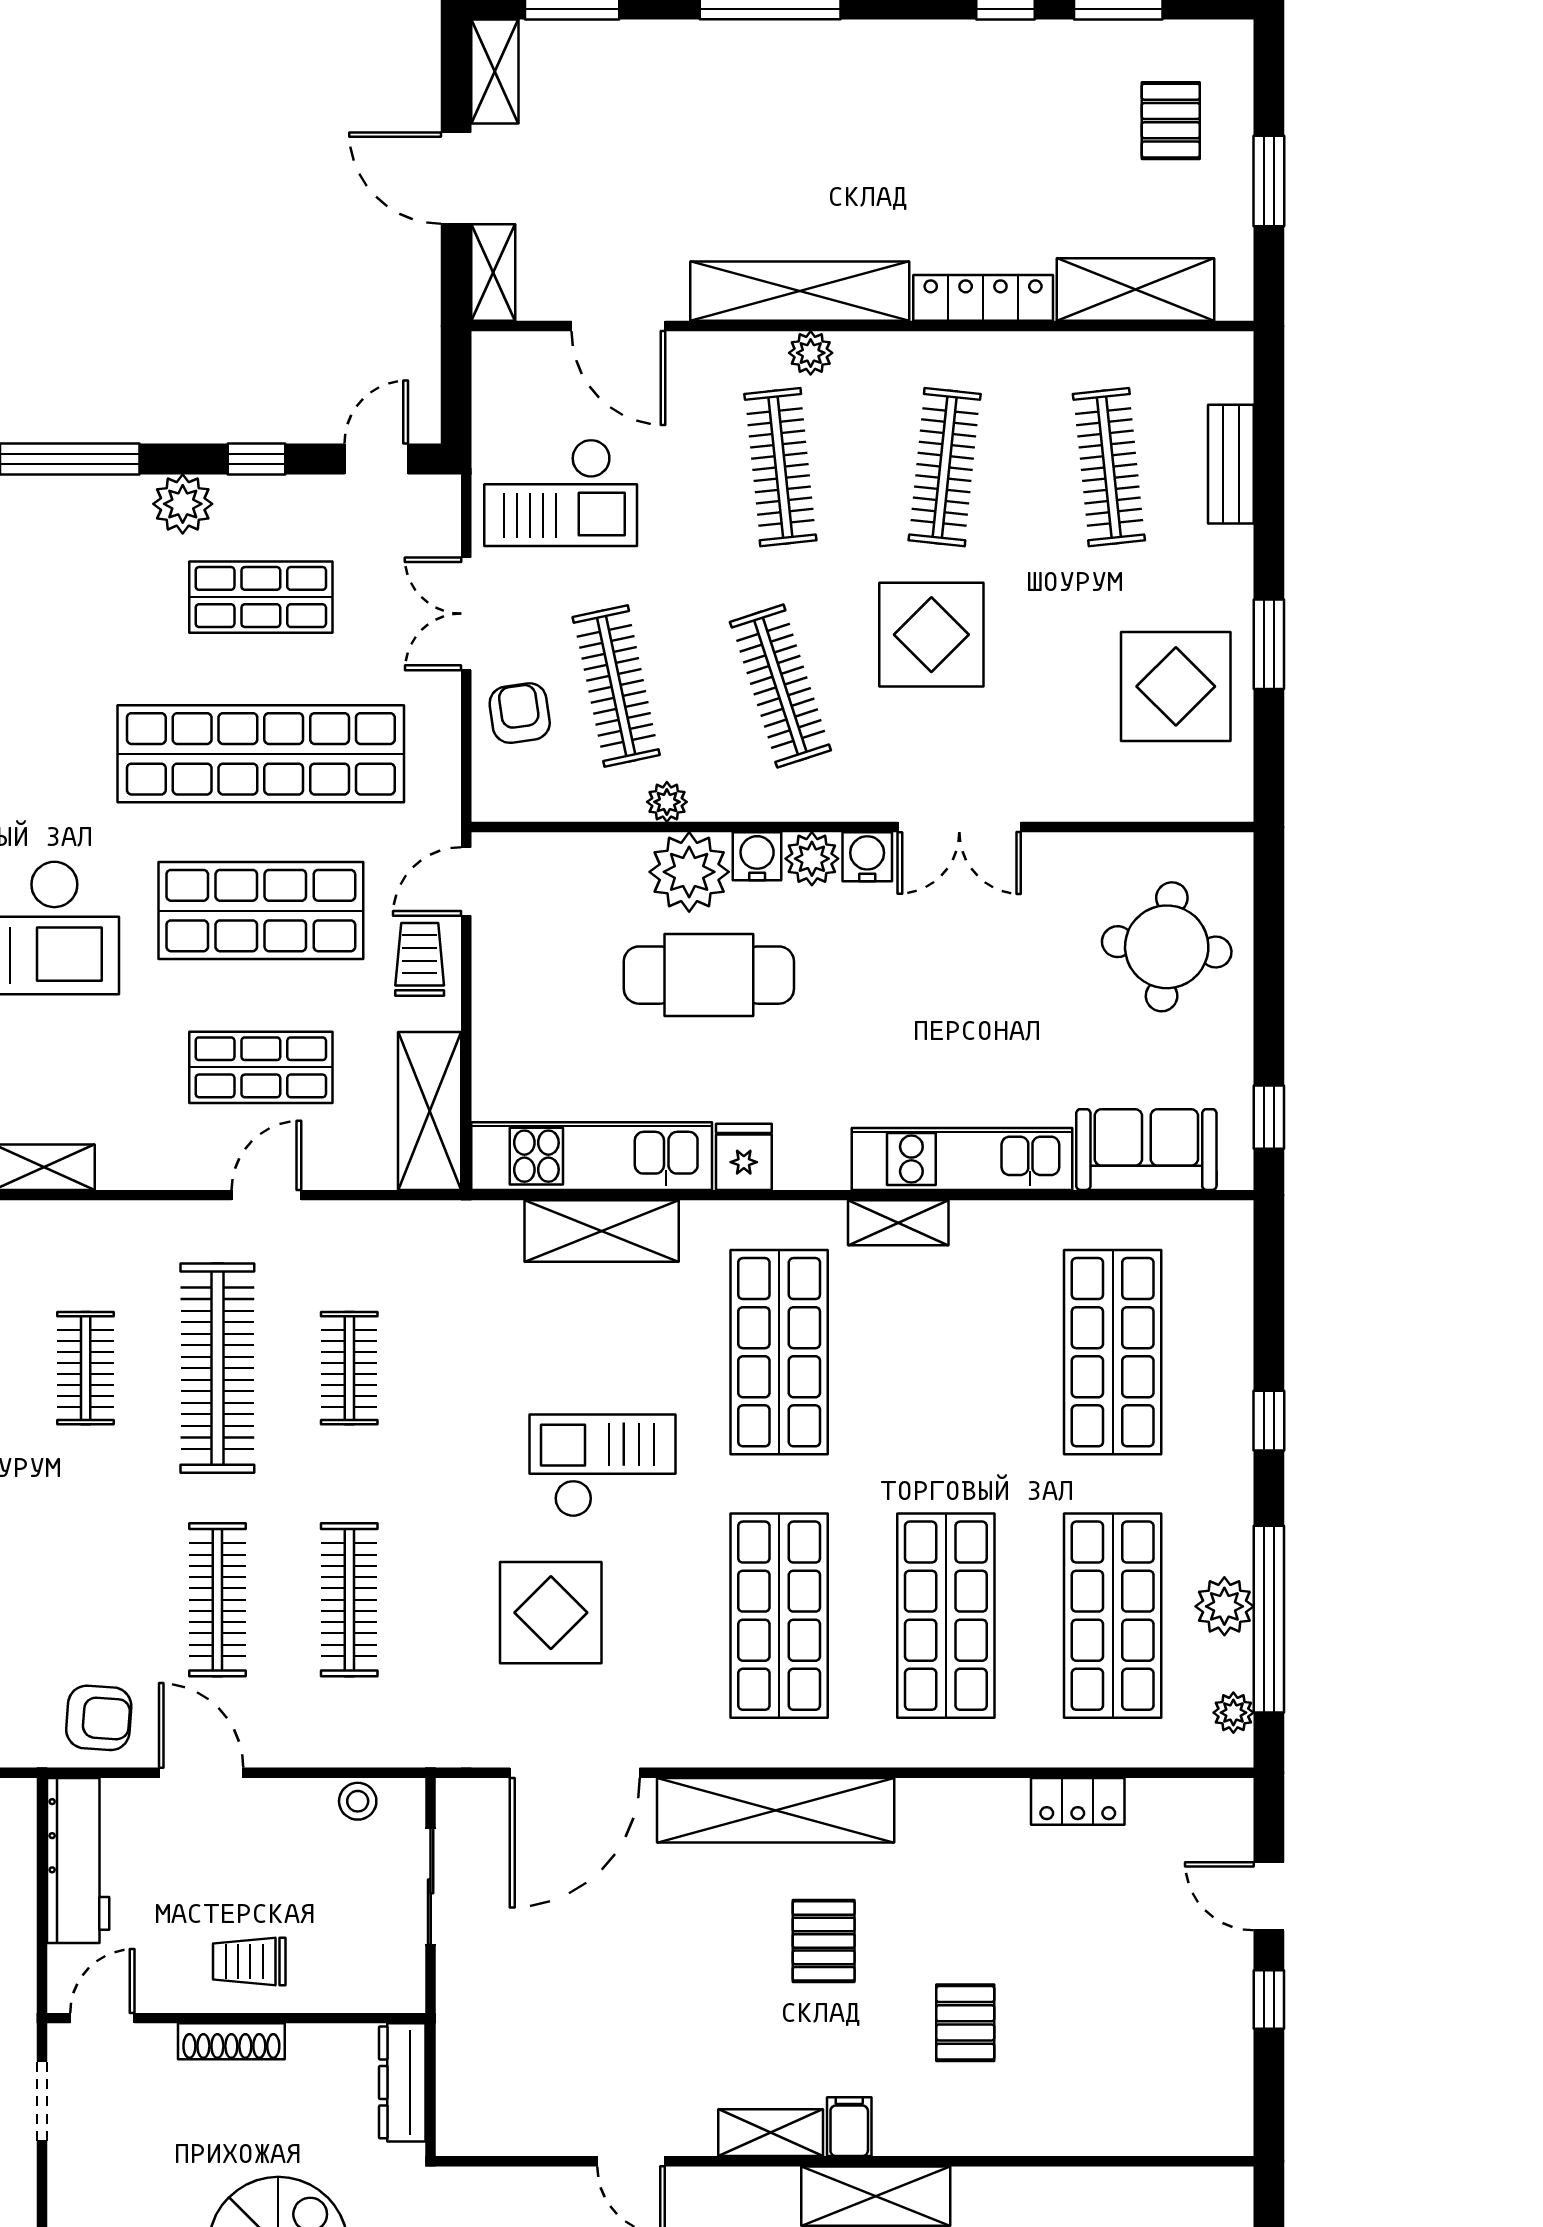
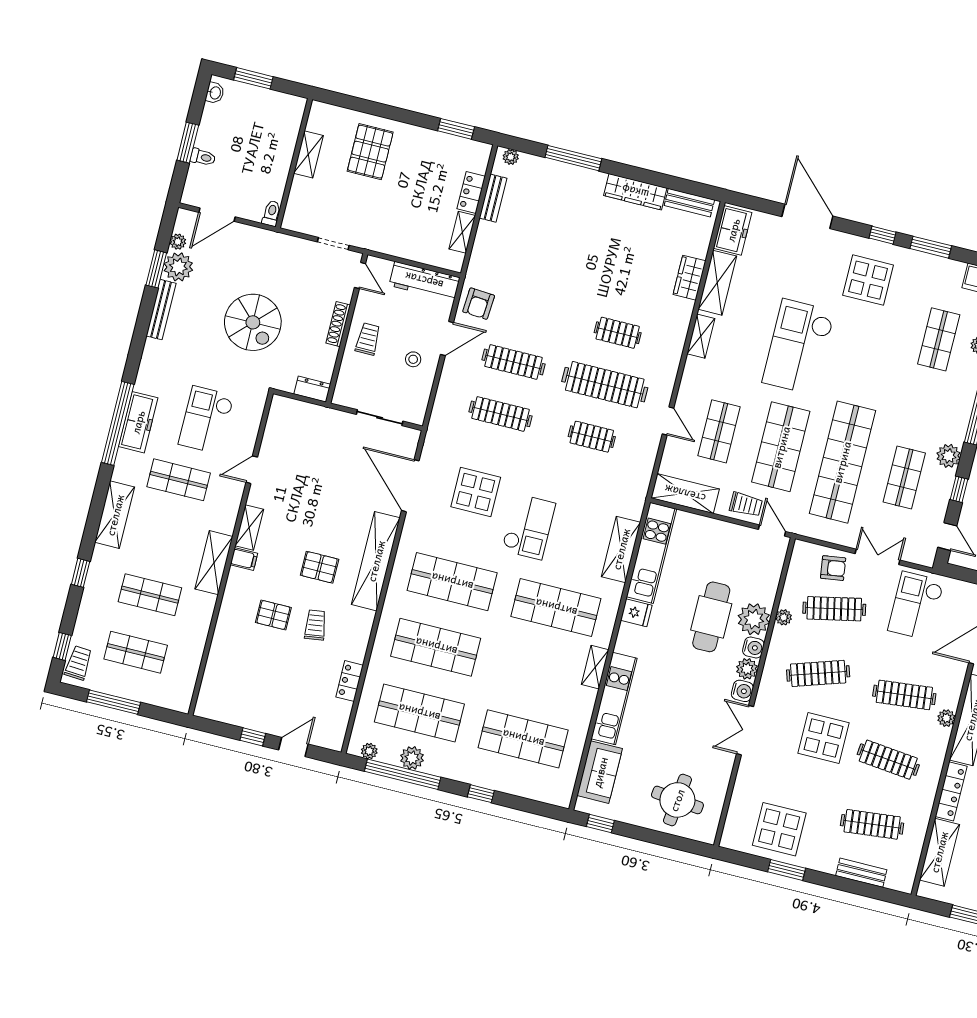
stool: (358, 1801) -> (413, 359), moved
trolley: (964, 1916) -> (315, 625), added
dresser: (402, 2082) -> (312, 389), width x0.70

